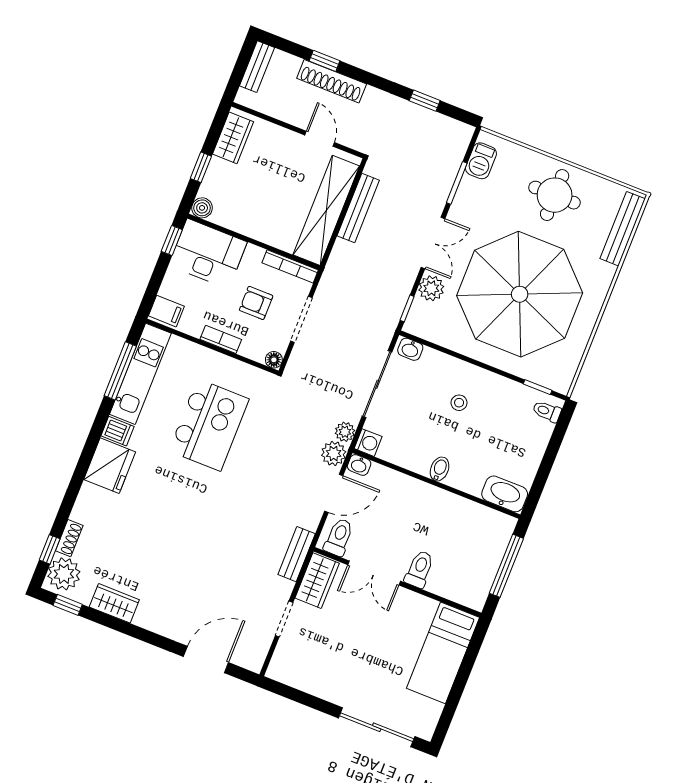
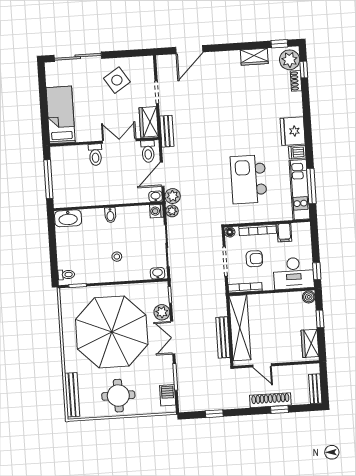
filing cabinet: (166, 311) -> (284, 233), moved, turned -90
bookcase: (221, 339) -> (258, 230), width x1.56
side table: (335, 665) -> (117, 80), added

